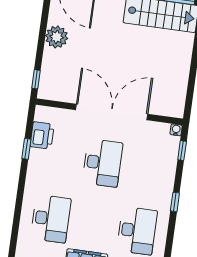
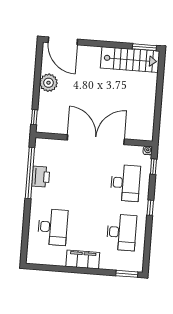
printer: (42, 135) -> (41, 177), moved
window: (26, 149) -> (30, 173), width x3.17
desk: (102, 163) -> (125, 183), moved

